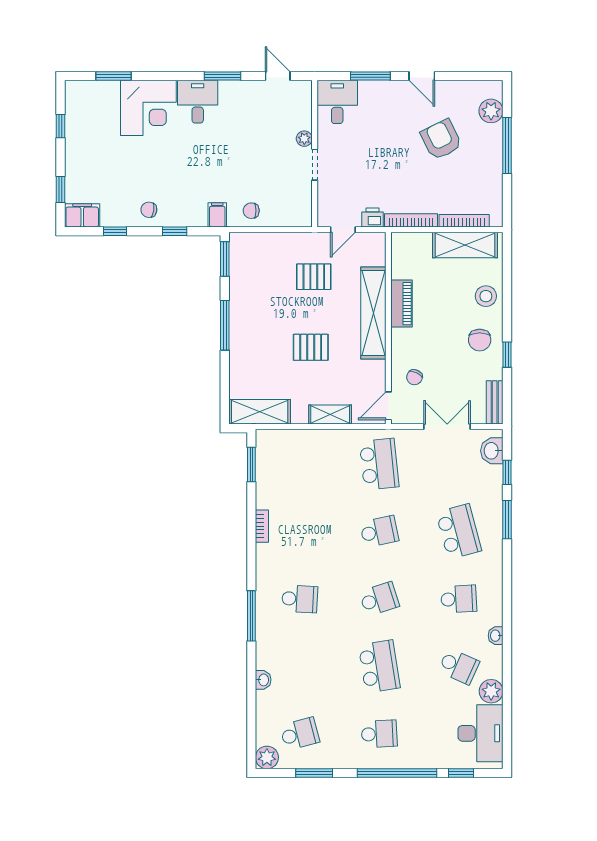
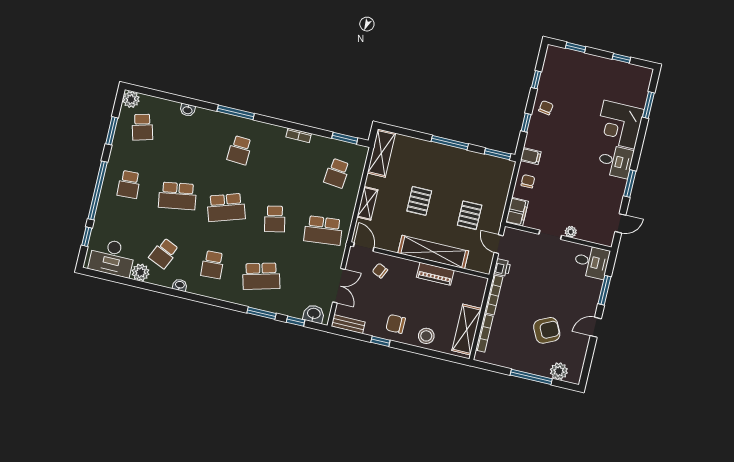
filing cabinet: (82, 215) -> (517, 212), moved
school desk: (300, 464) -> (337, 173), added
school desk: (379, 599) -> (226, 207), width x1.85

